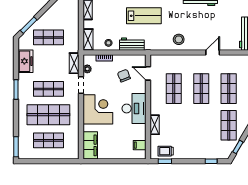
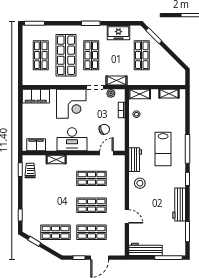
workbench: (132, 44) -> (135, 160), moved
filing cabinet: (140, 145) -> (36, 145), width x2.00

